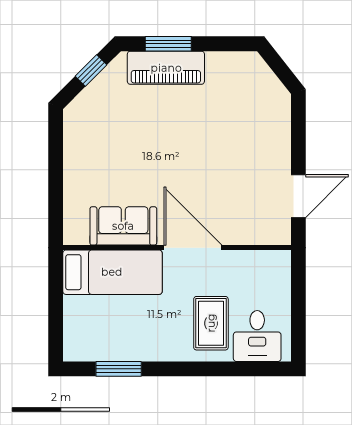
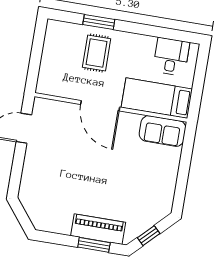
sofa: (123, 226) -> (162, 131), moved
desk: (257, 336) -> (171, 57), moved
window: (119, 369) -> (99, 22), moved

